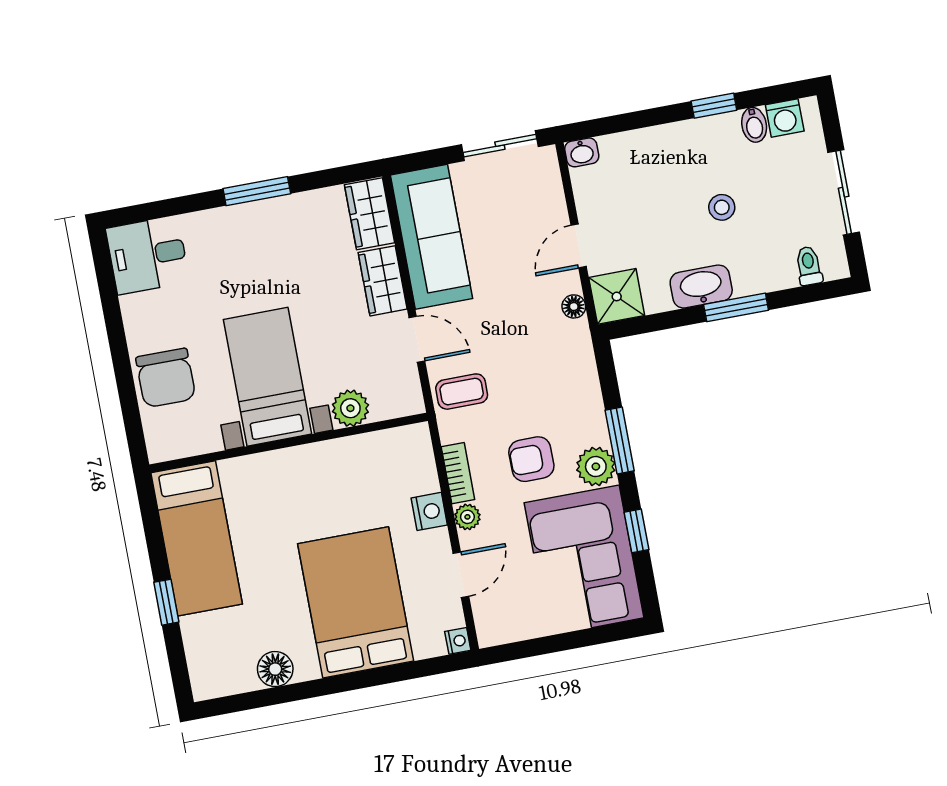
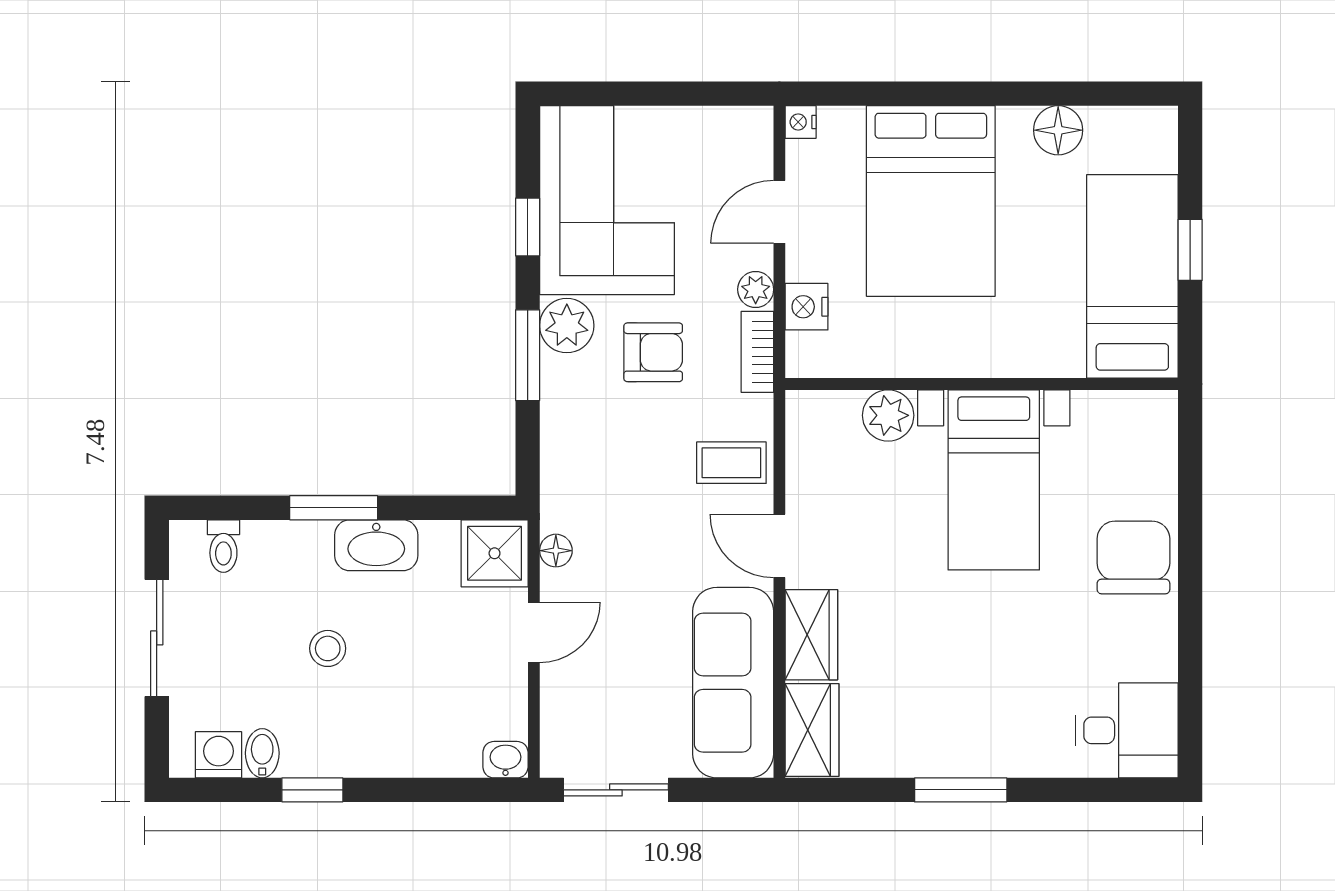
bed with nightstands: (267, 377) -> (994, 480), moved
plant: (350, 408) -> (888, 415), moved
wall: (289, 443) -> (982, 384), moved
bed: (197, 538) -> (1132, 276), moved

